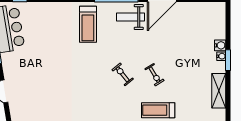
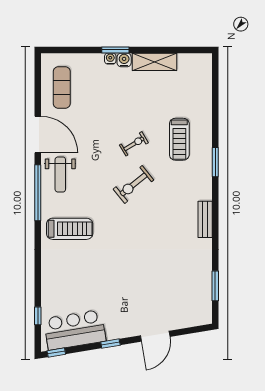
exercise mat: (199, 18) -> (62, 87), added
water cooler: (220, 45) -> (124, 60), moved
exercise bike: (123, 74) -> (133, 185), width x1.38, depth x1.39

